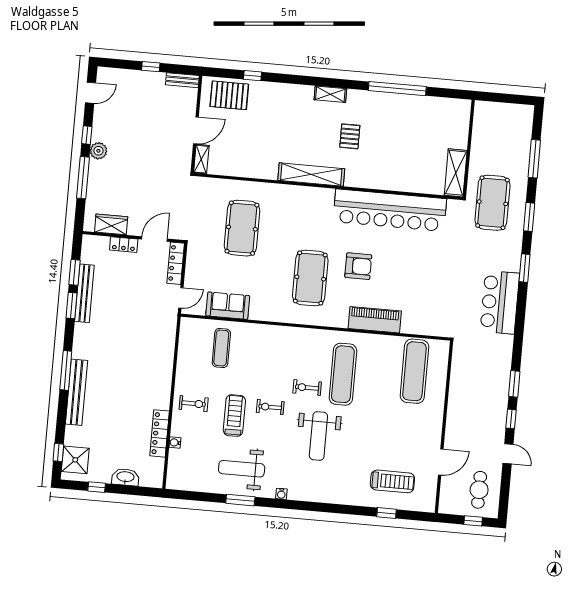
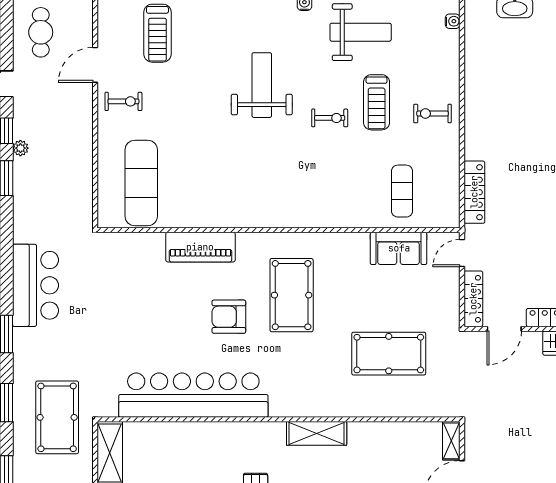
shelving: (311, 174) -> (317, 433), width x0.68
pool table: (242, 228) -> (389, 354), turned 90
exercise mat: (343, 374) -> (236, 171), removed
exercise bike: (307, 388) -> (123, 101), moved
plant: (502, 405) -> (20, 148), added
locker: (160, 433) -> (474, 192), moved
water cooler: (175, 443) -> (453, 21), moved
treadmill: (392, 481) -> (157, 33), turned -90

